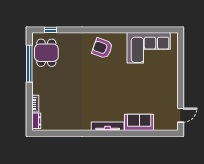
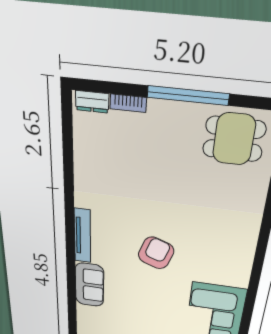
armchair: (102, 48) -> (156, 253), moved
window: (29, 64) -> (188, 96), moved

